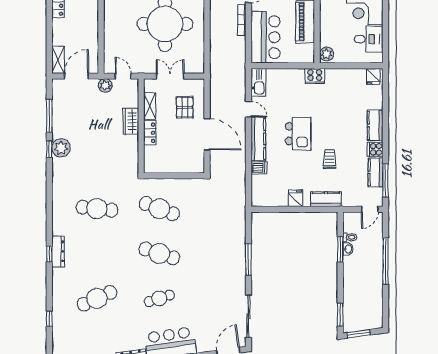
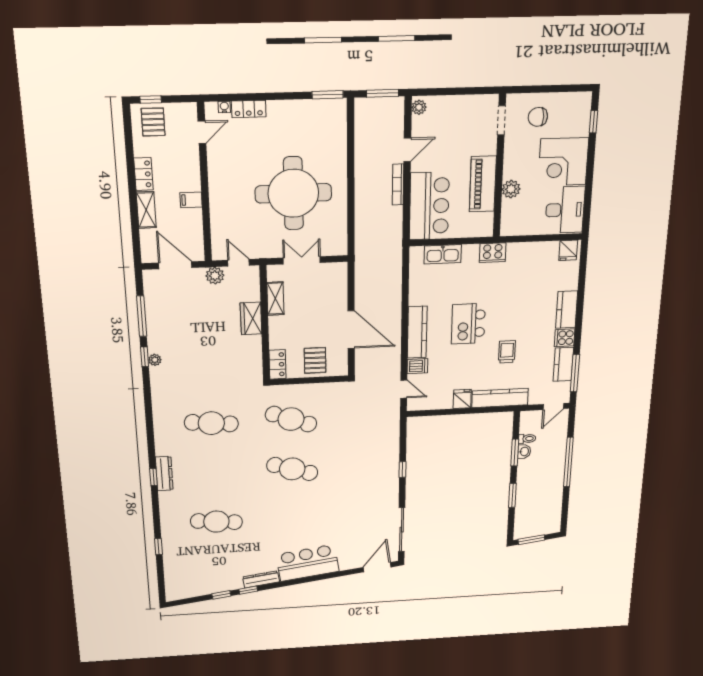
filing cabinet: (91, 26) -> (191, 200), added
desk: (369, 39) -> (565, 210), width x1.37
plant: (327, 54) -> (511, 189), moved
shelving: (58, 60) -> (146, 210), moved
door: (77, 76) -> (175, 265), hinge flipped
kitchen sink: (258, 82) -> (443, 254), moved, turned 90
pallet: (185, 107) -> (315, 360), moved
door: (248, 109) -> (404, 389), moved
locker: (150, 133) -> (278, 364), moved
kitchen island: (298, 134) -> (468, 324), turned 180
plant: (61, 148) -> (155, 360), width x0.53, depth x0.53
kitchen counter: (326, 199) -> (500, 398), width x1.50
window: (248, 260) -> (402, 470), width x0.46
cafe table: (97, 298) -> (216, 522), turned 30
cafe table: (159, 298) -> (293, 517), removed
window: (340, 315) -> (512, 495), moved

